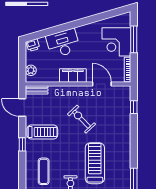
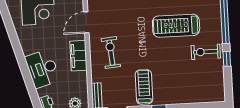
exercise bike: (82, 119) -> (111, 53), moved, turned 129
exercise mat: (44, 171) -> (188, 83), removed

